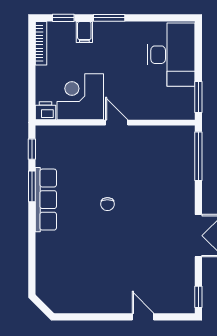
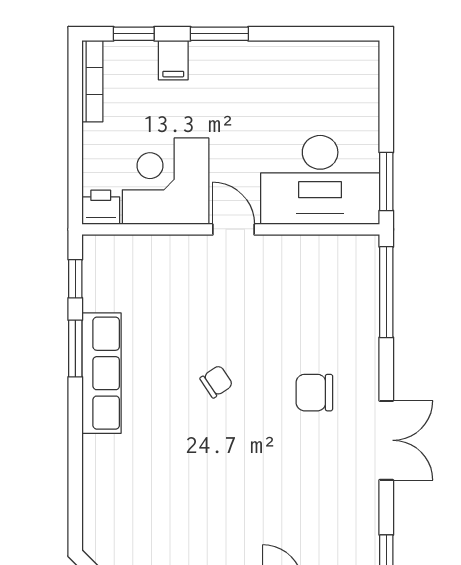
desk: (171, 55) -> (320, 180), moved, turned 90
chair: (107, 204) -> (216, 382), turned -124
chair: (160, 210) -> (314, 393), added

